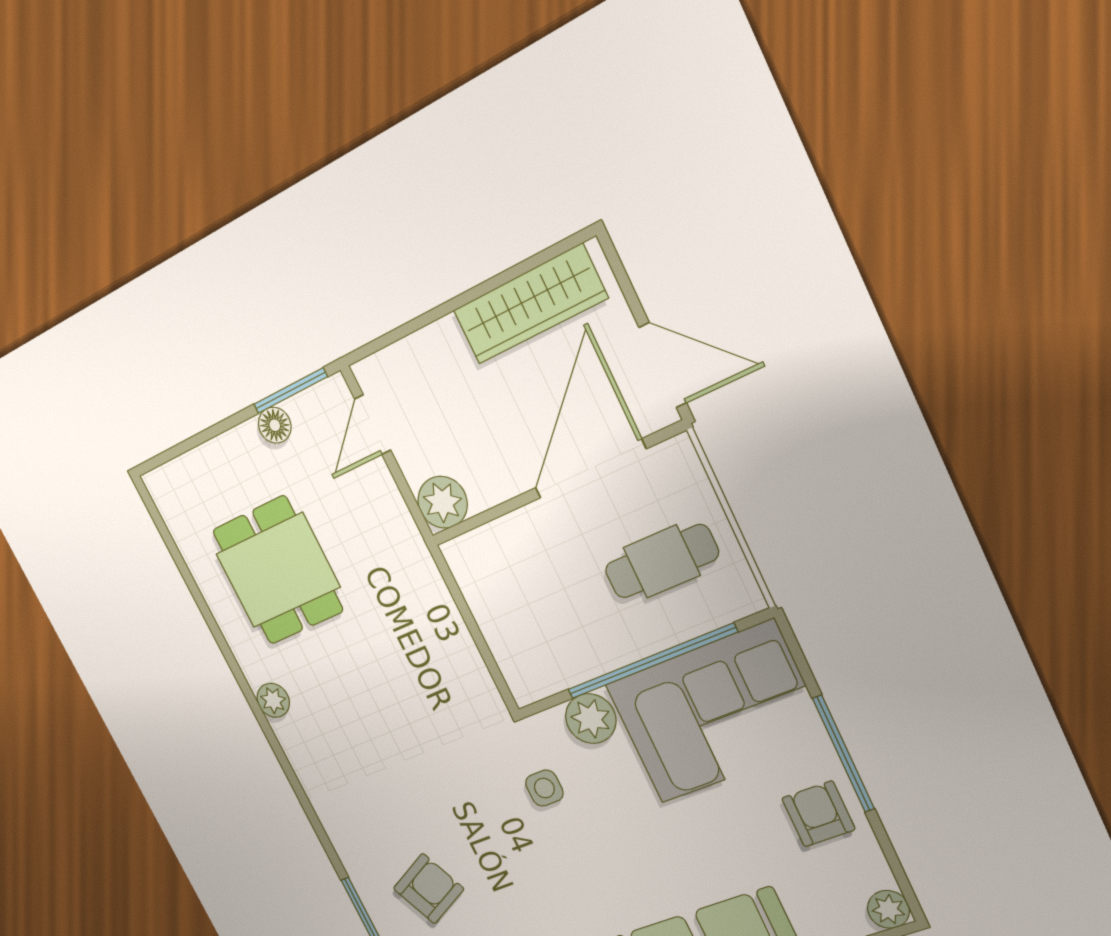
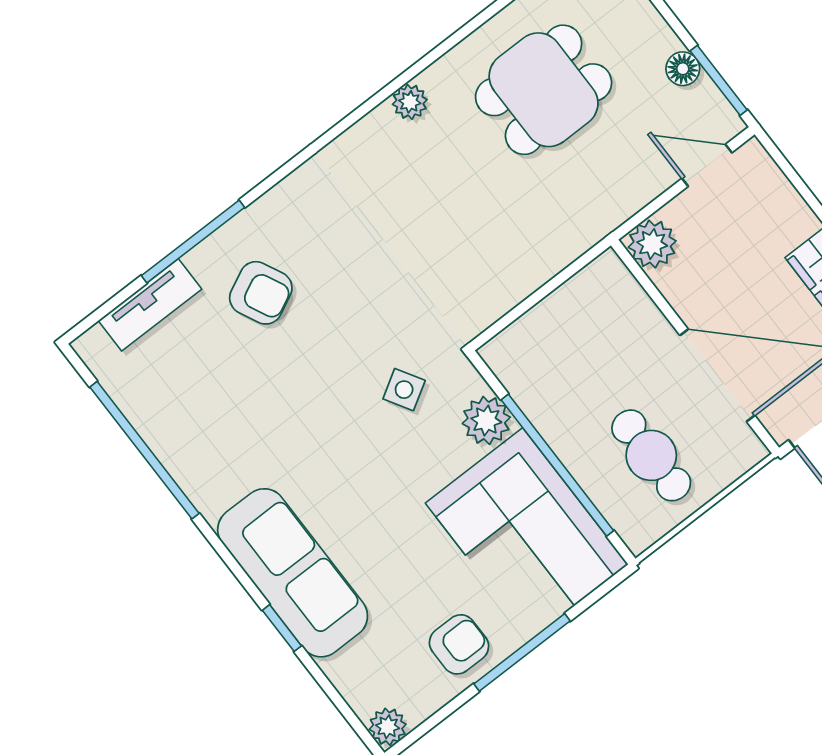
side table: (544, 788) -> (404, 390), turned -31

